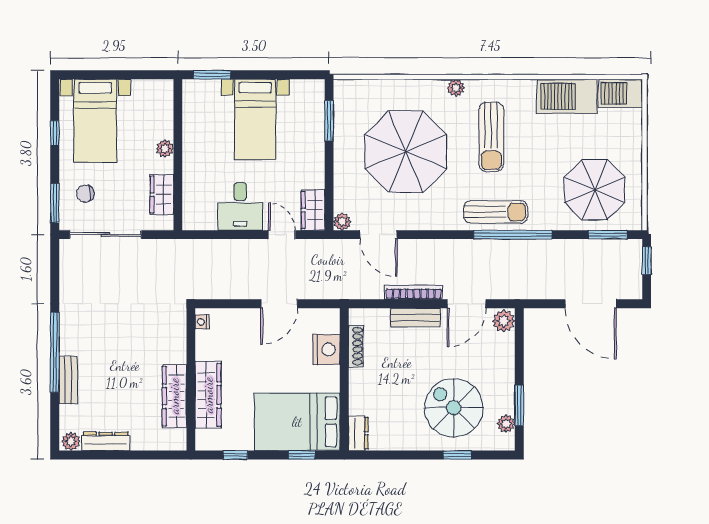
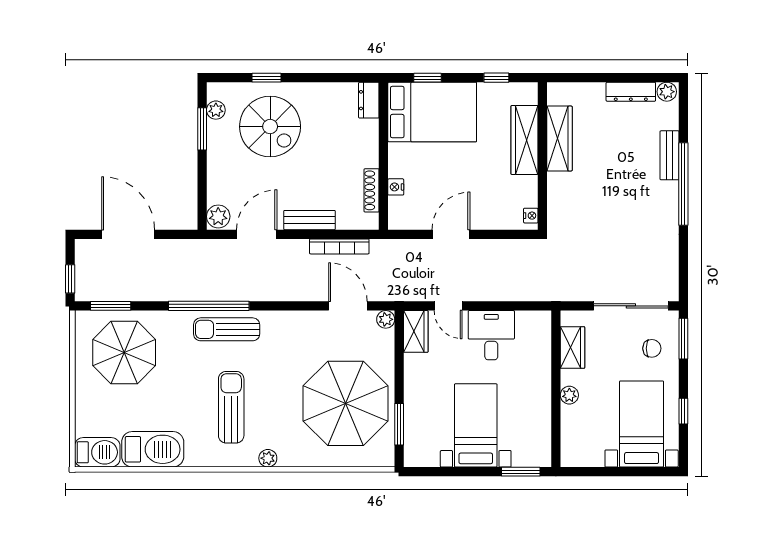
parasol: (406, 152) -> (346, 403), moved
bookcase: (414, 292) -> (339, 246), moved
nightstand: (326, 349) -> (396, 187), width x0.53, depth x0.56

